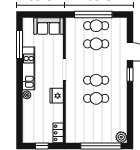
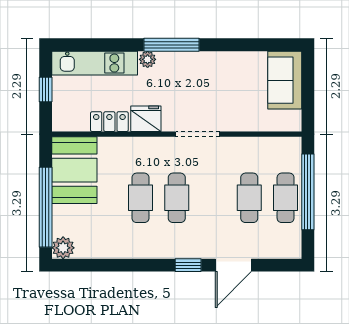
sofa: (48, 26) -> (285, 80), moved
window: (20, 45) -> (172, 45), moved
kitchen unit: (29, 68) -> (95, 63), moved
booth: (82, 132) -> (74, 170), added
locker: (58, 133) -> (109, 122), moved

